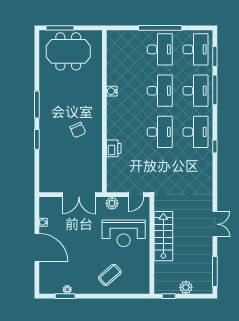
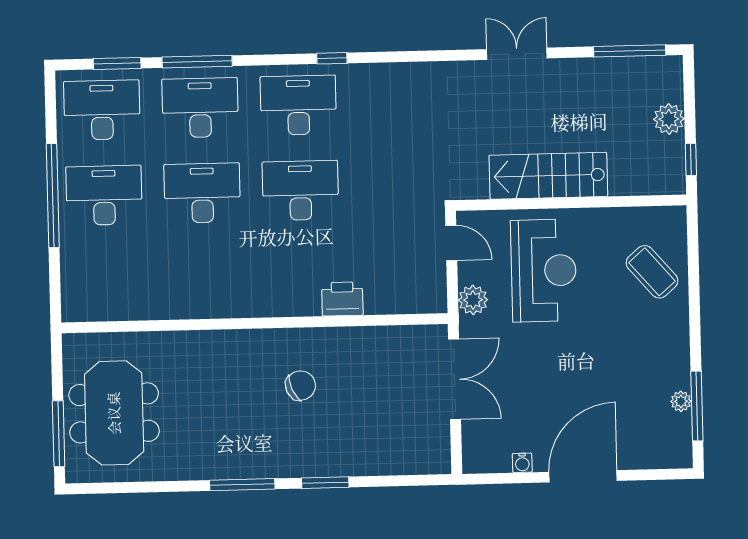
water cooler: (112, 91) -> (206, 307), removed
coffee table: (110, 275) -> (652, 272), moved
window: (65, 296) -> (697, 406), width x1.44

